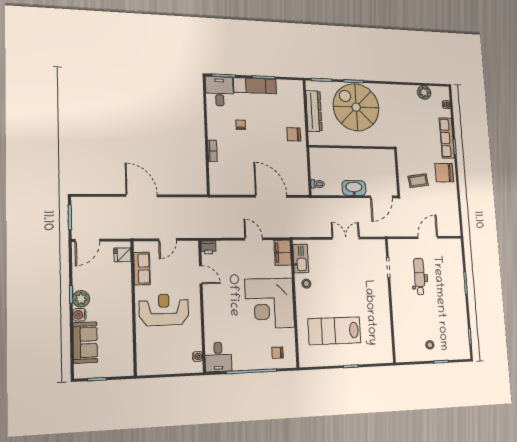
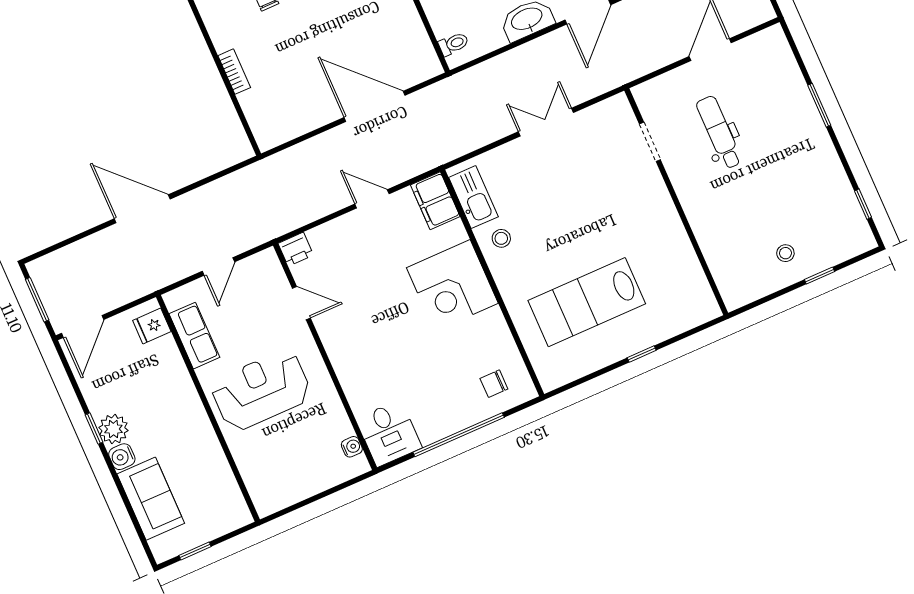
corner desk: (270, 303) -> (452, 285), width x0.74, depth x0.74

